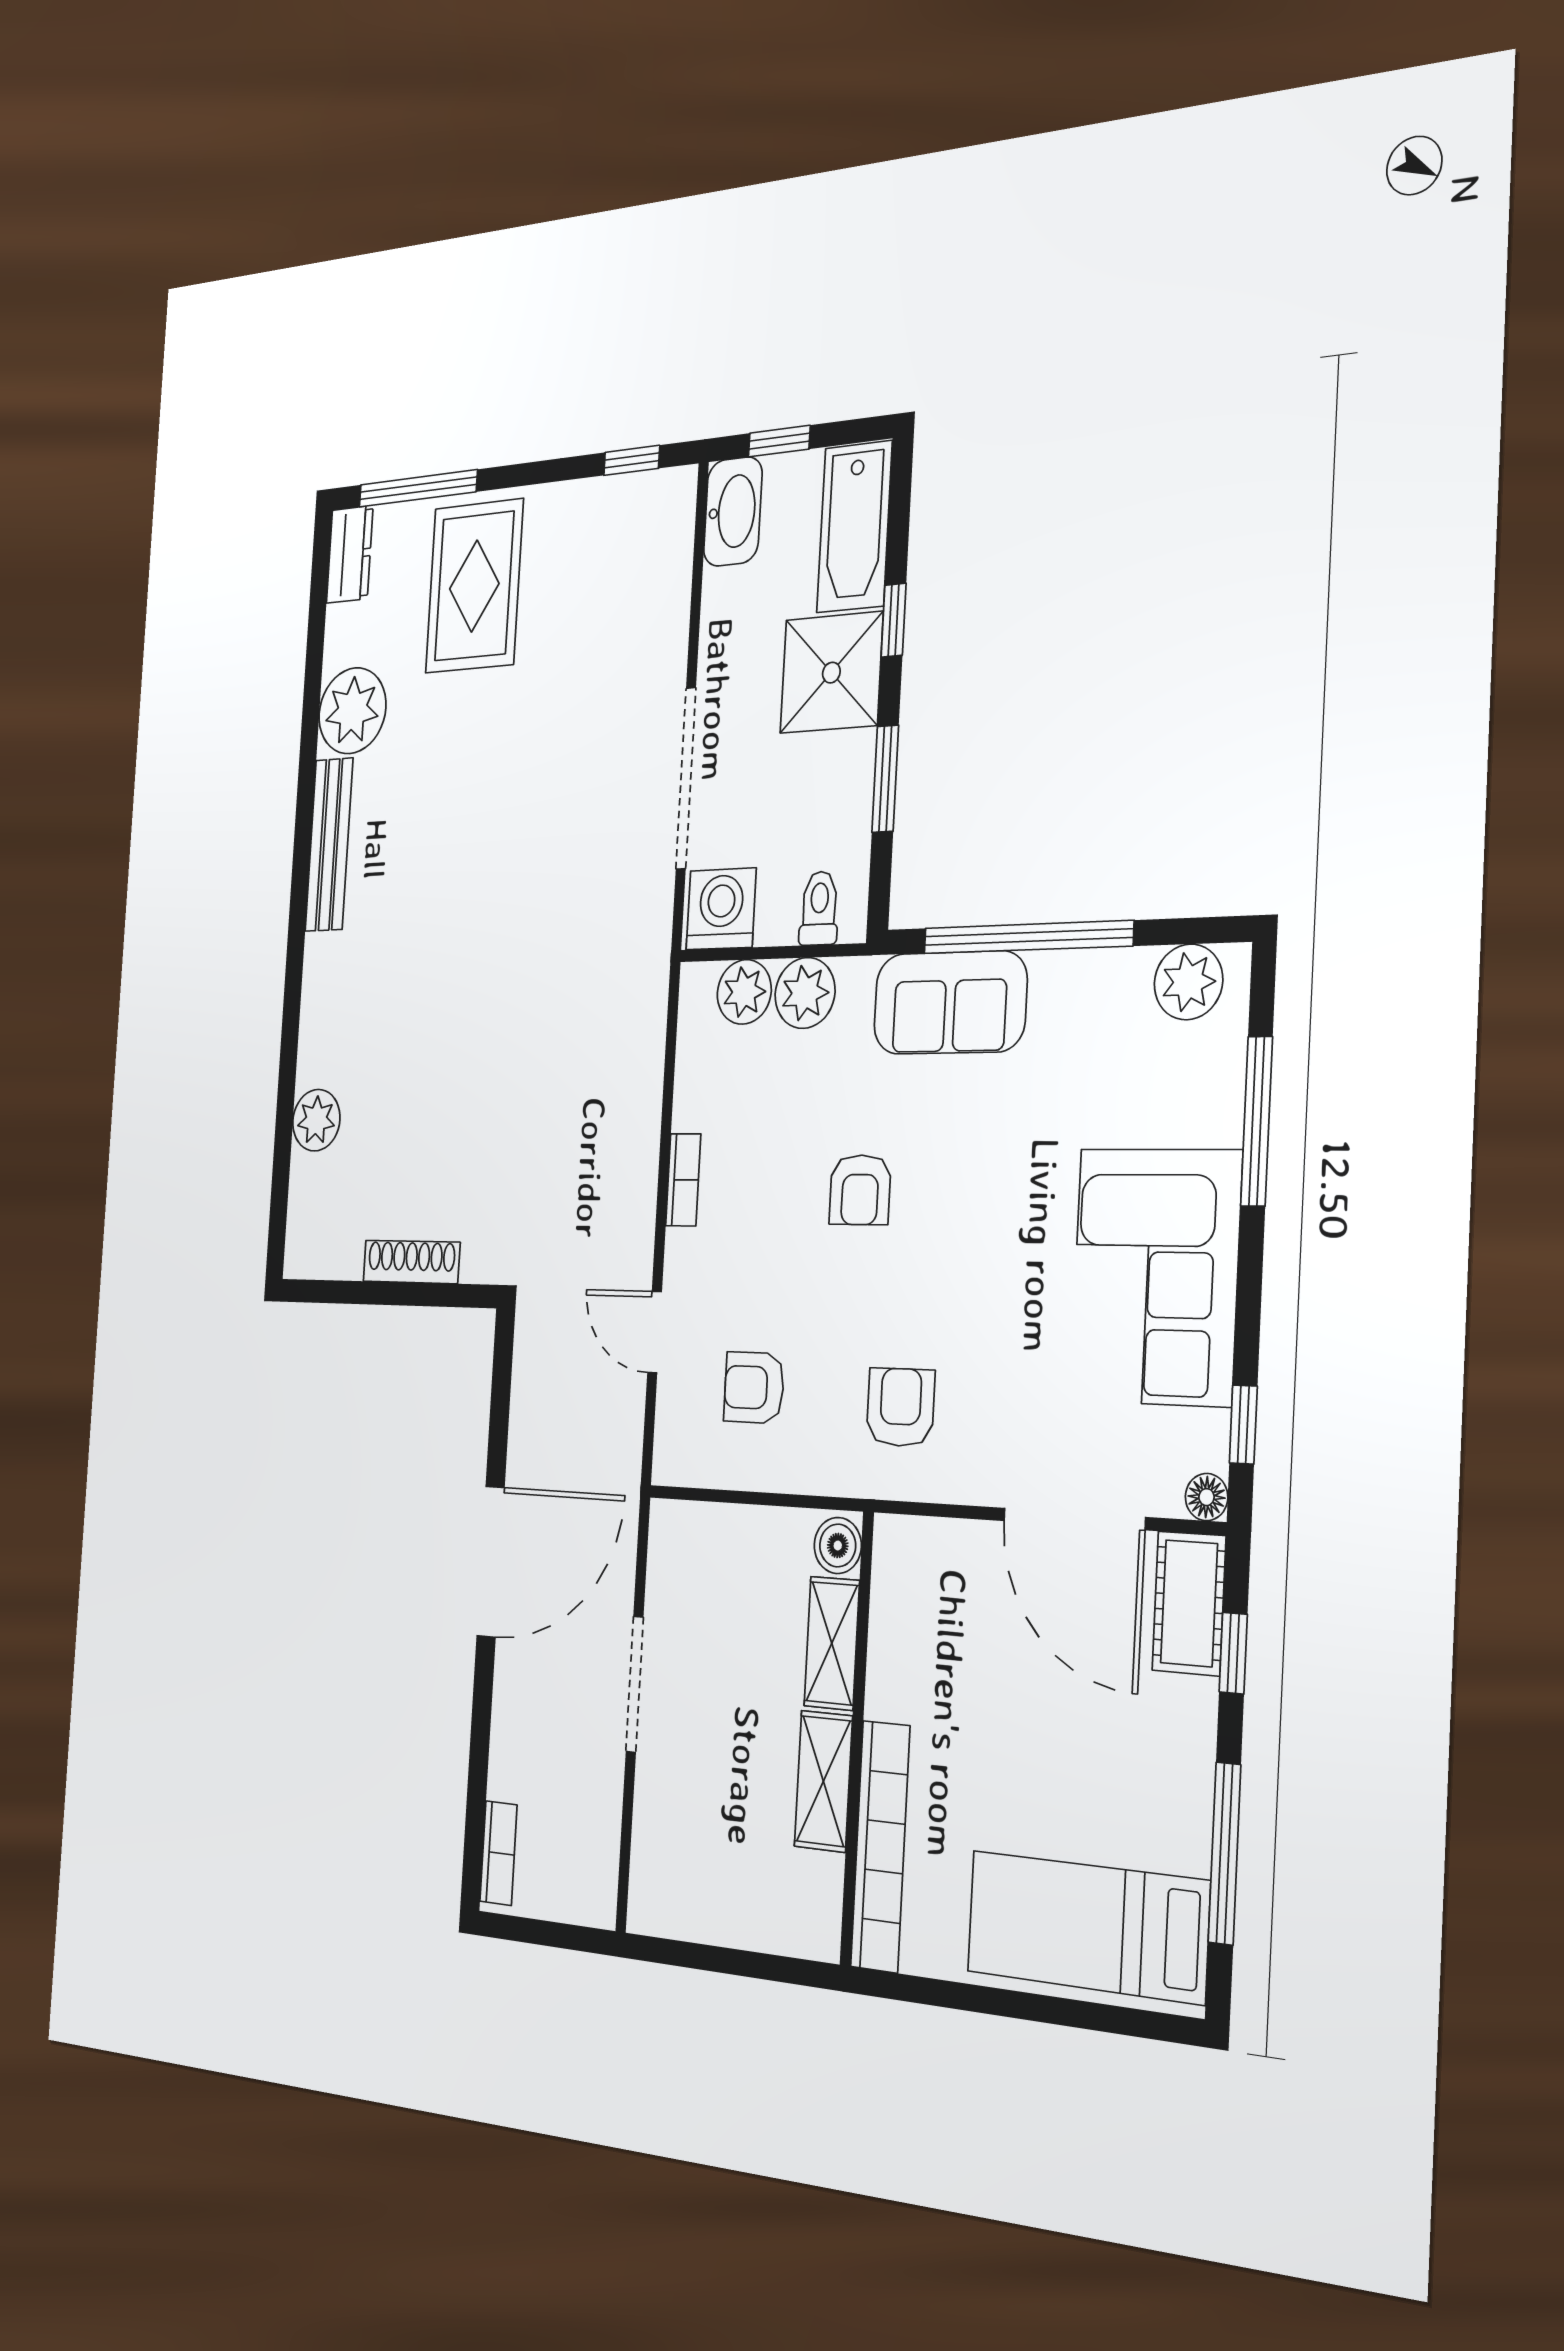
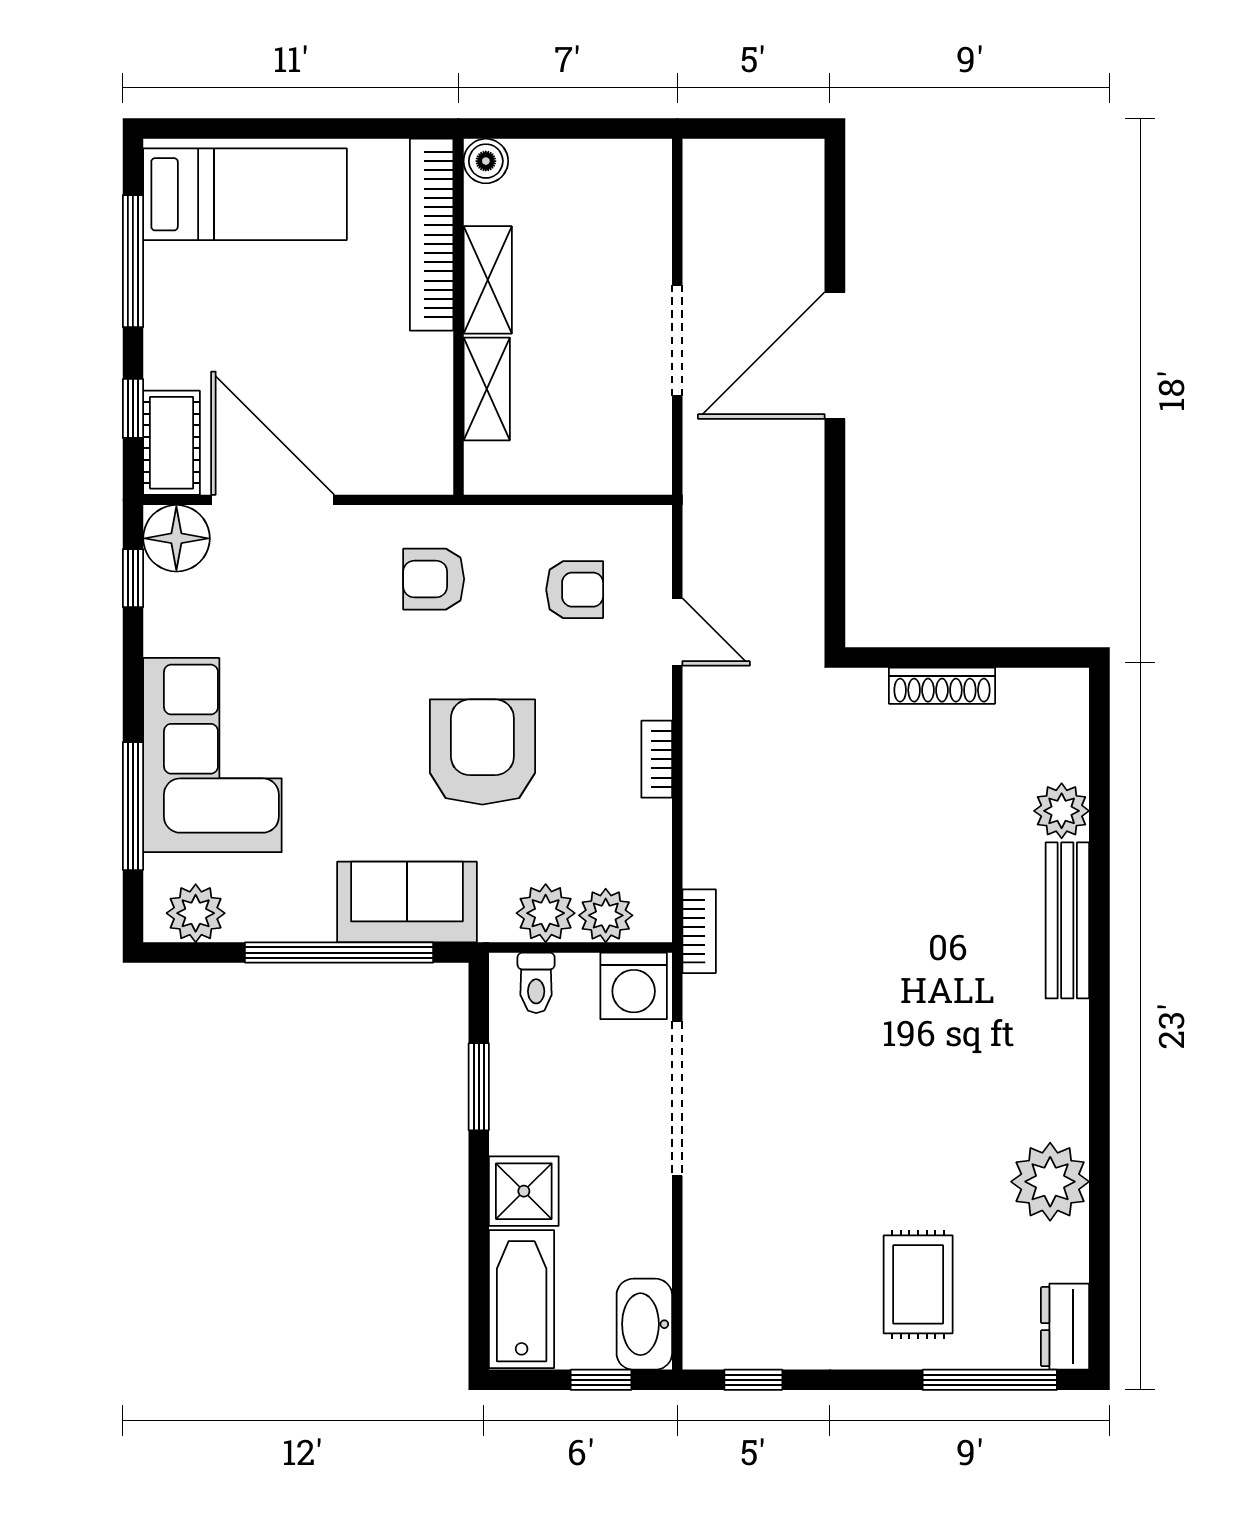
rug: (474, 586) -> (918, 1284), width x0.73, depth x0.70
window: (894, 620) -> (479, 1218), removed
shower: (831, 673) -> (524, 1191), width x0.73, depth x0.73
bench: (329, 845) -> (1067, 920), moved
armchair: (860, 1190) -> (482, 752), width x1.88, depth x1.88
corner sofa: (1155, 1276) -> (212, 755), moved
armchair: (901, 1407) -> (434, 579), turned 90
floor lamp: (1207, 1497) -> (176, 538), width x1.89, depth x1.89
boiler: (838, 1546) -> (486, 161), moved
door: (491, 1562) -> (835, 355), moved
bookcase: (498, 1853) -> (699, 931), moved, turned 180

